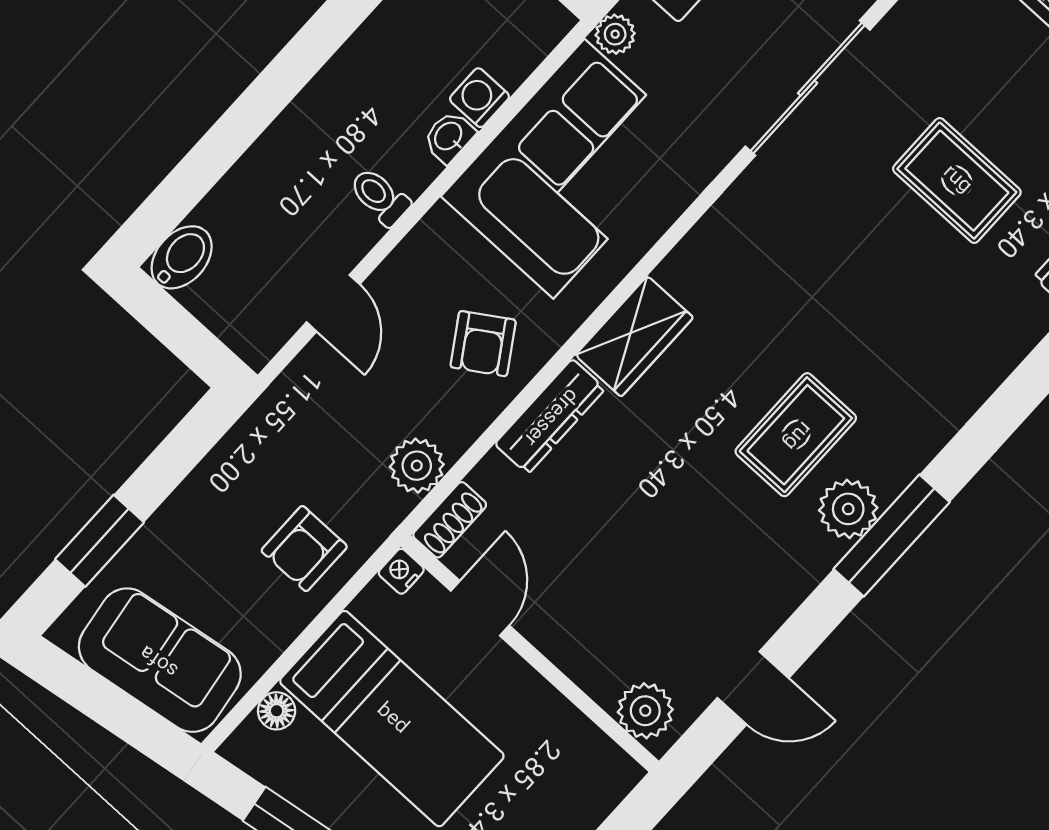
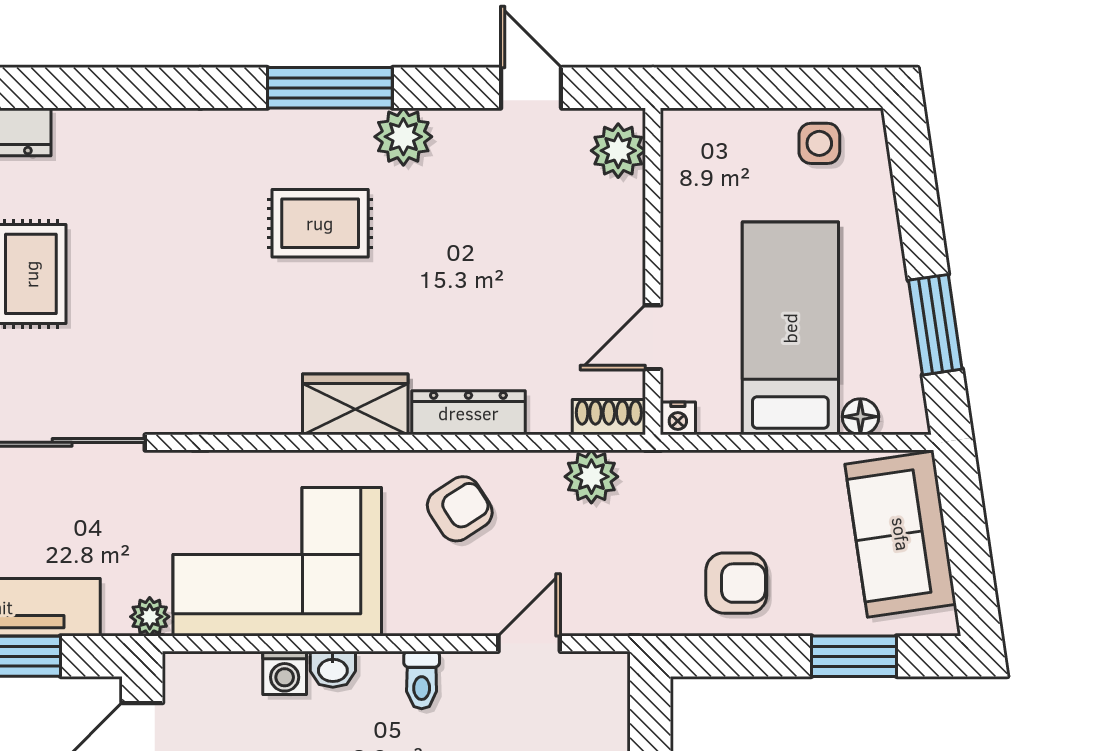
plant: (848, 509) -> (403, 137), moved
armchair: (304, 549) -> (736, 583), moved

